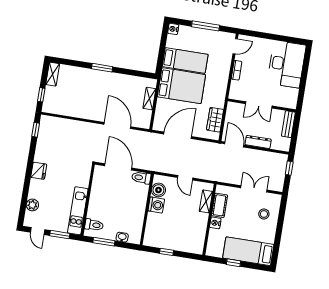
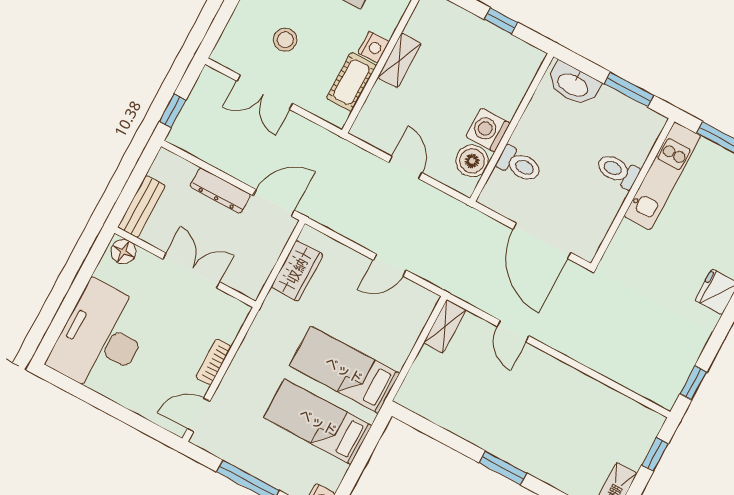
bed: (181, 86) -> (344, 370), width x0.67
shelving: (149, 99) -> (445, 326), moved
floor lamp: (289, 103) -> (123, 252), added
door: (117, 125) -> (513, 331), width x0.53
door: (178, 135) -> (390, 265), width x0.53
door: (234, 144) -> (274, 203), swing flipped
toilet: (141, 178) -> (519, 165), moved
shelving: (206, 201) -> (399, 60), moved
stool: (264, 214) -> (285, 40), moved
toilet: (94, 225) -> (618, 171), moved
washbasin: (122, 237) -> (573, 84), width x1.91, depth x1.45

